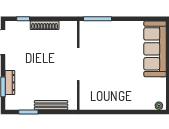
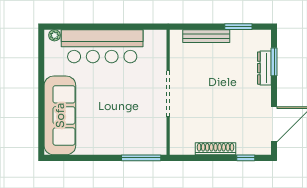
bar counter: (125, 98) -> (102, 46), added

